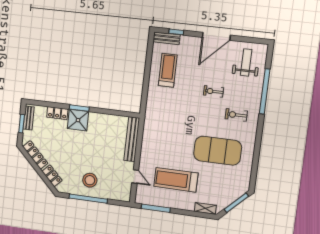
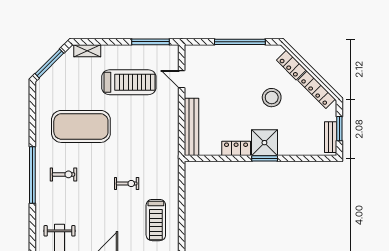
exercise bike: (213, 91) -> (127, 184), moved
window: (265, 91) -> (32, 175), moved
locker: (57, 113) -> (236, 148), moved
stool: (90, 180) -> (272, 98), moved

